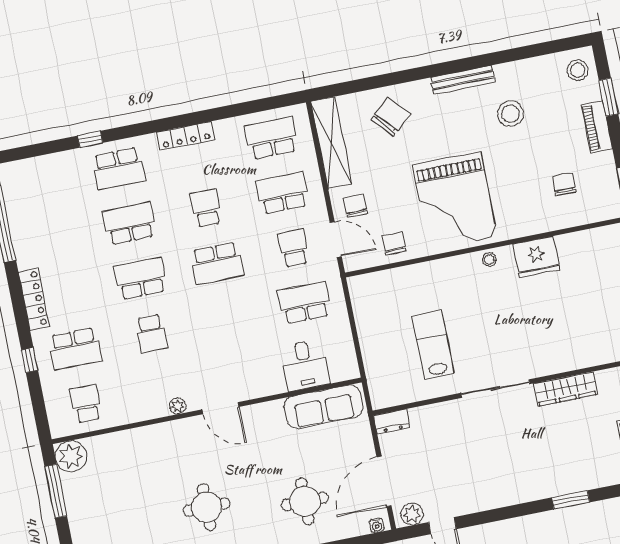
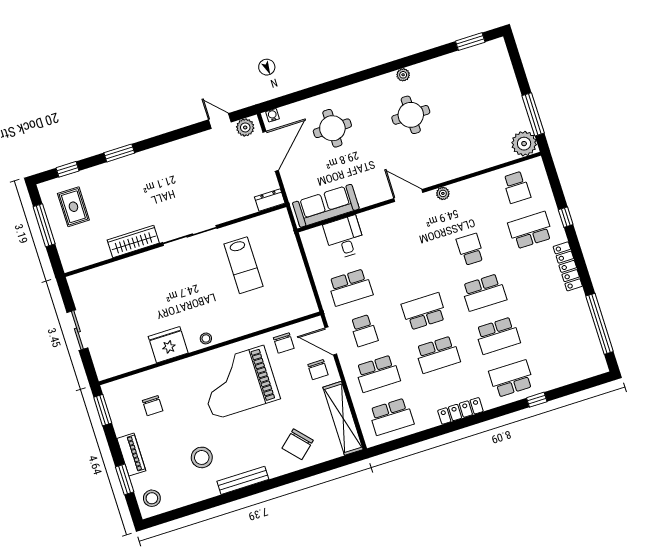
grand piano: (455, 201) -> (238, 383), turned -90
school desk: (206, 208) -> (438, 355), width x1.85

